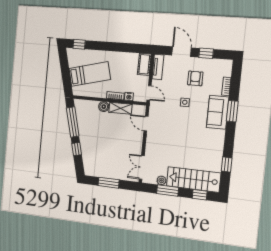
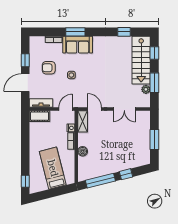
shelving: (120, 108) -> (83, 121), moved
door: (146, 124) -> (95, 109), swing flipped
double door: (142, 167) -> (124, 109), moved

